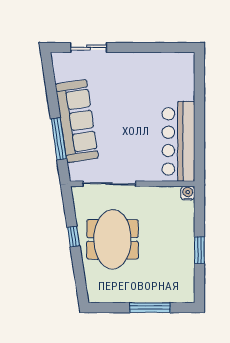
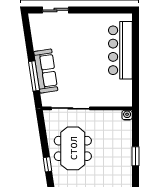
sofa: (77, 121) -> (46, 71), width x0.74, depth x0.79
bar counter: (178, 141) -> (120, 50), moved
window: (74, 237) -> (47, 164), moved

